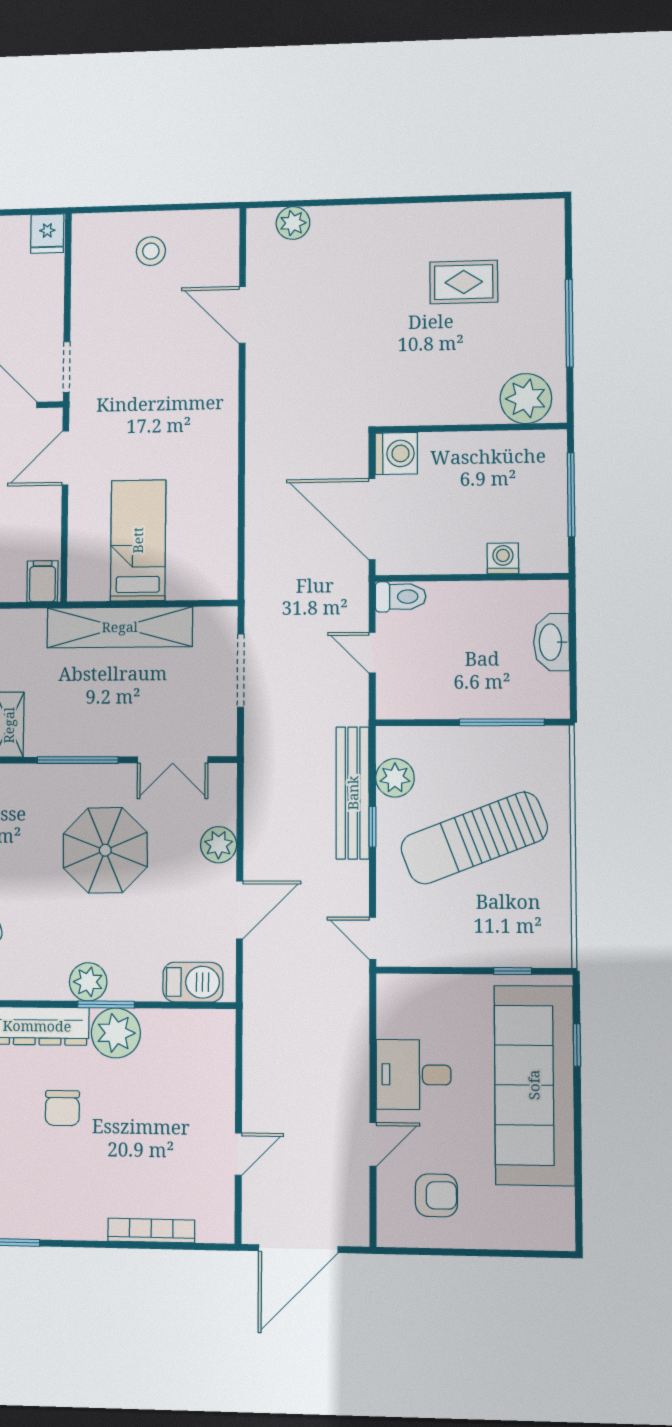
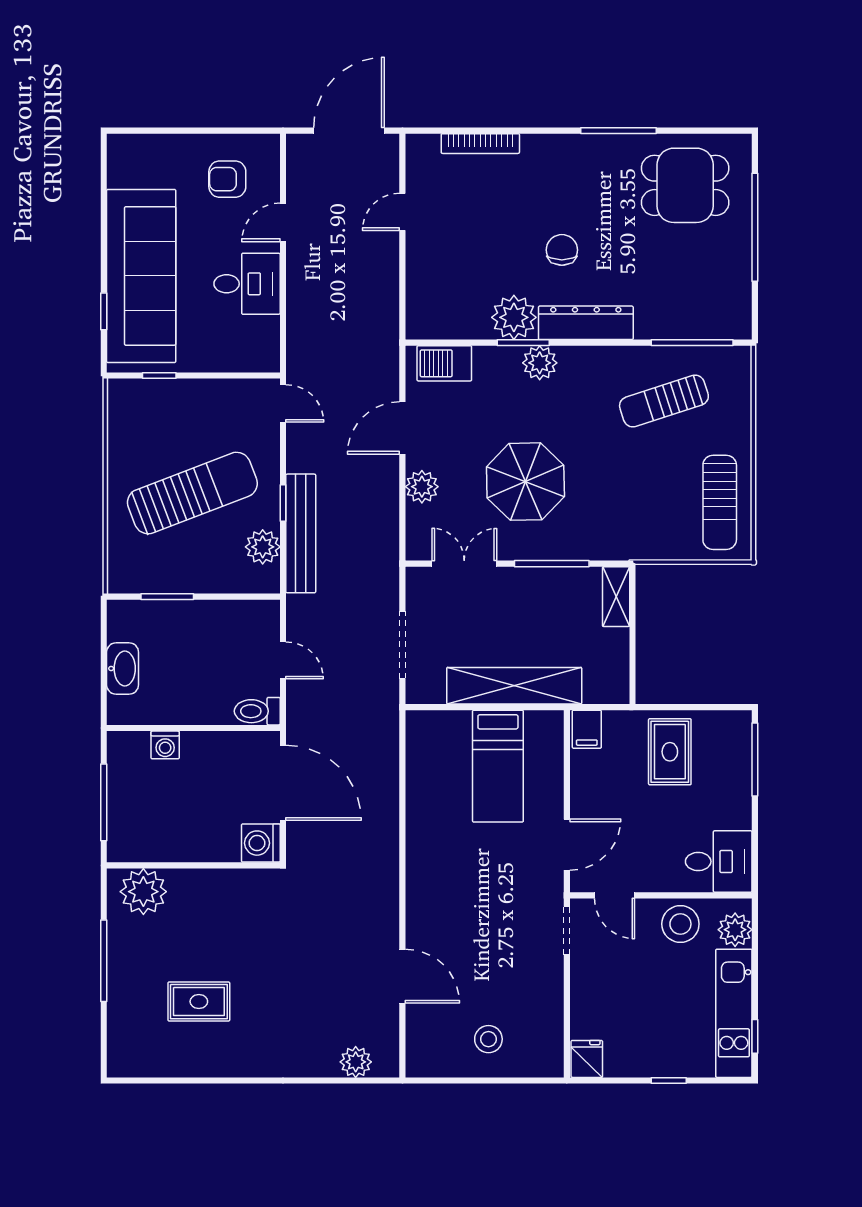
window: (502, 722) -> (167, 597), width x0.69

